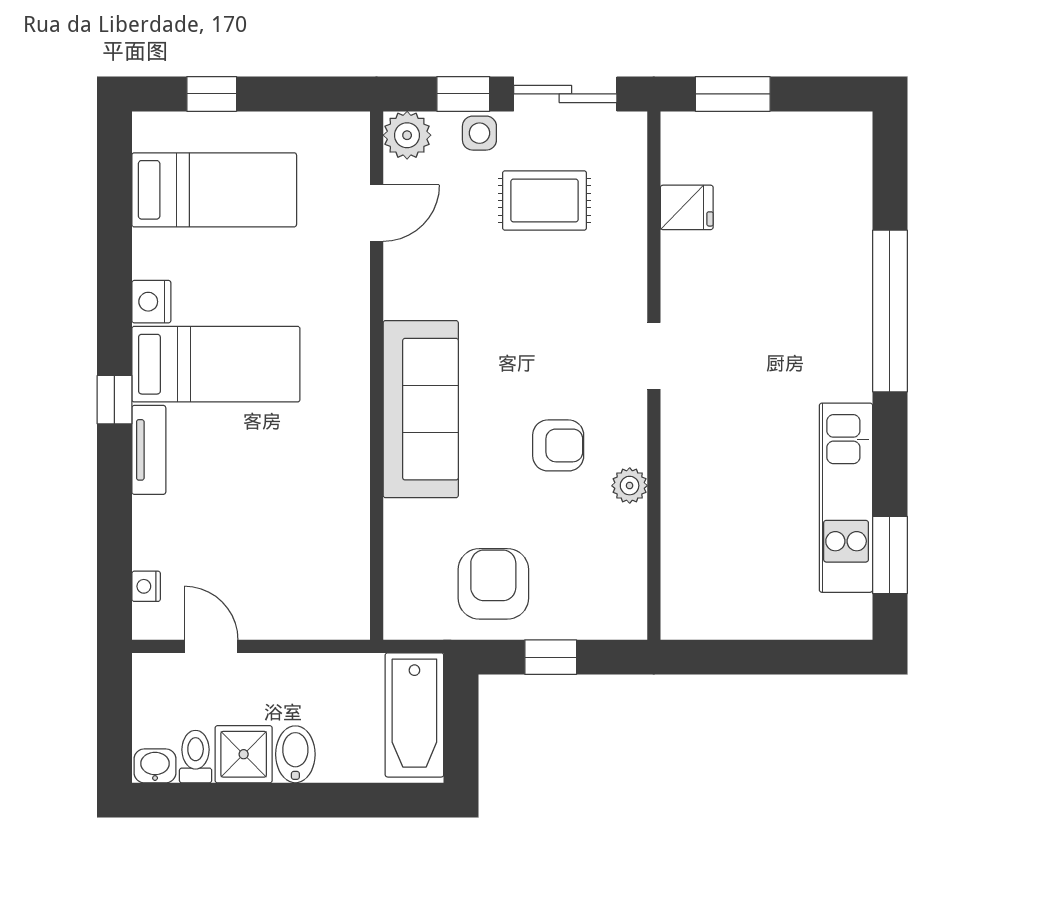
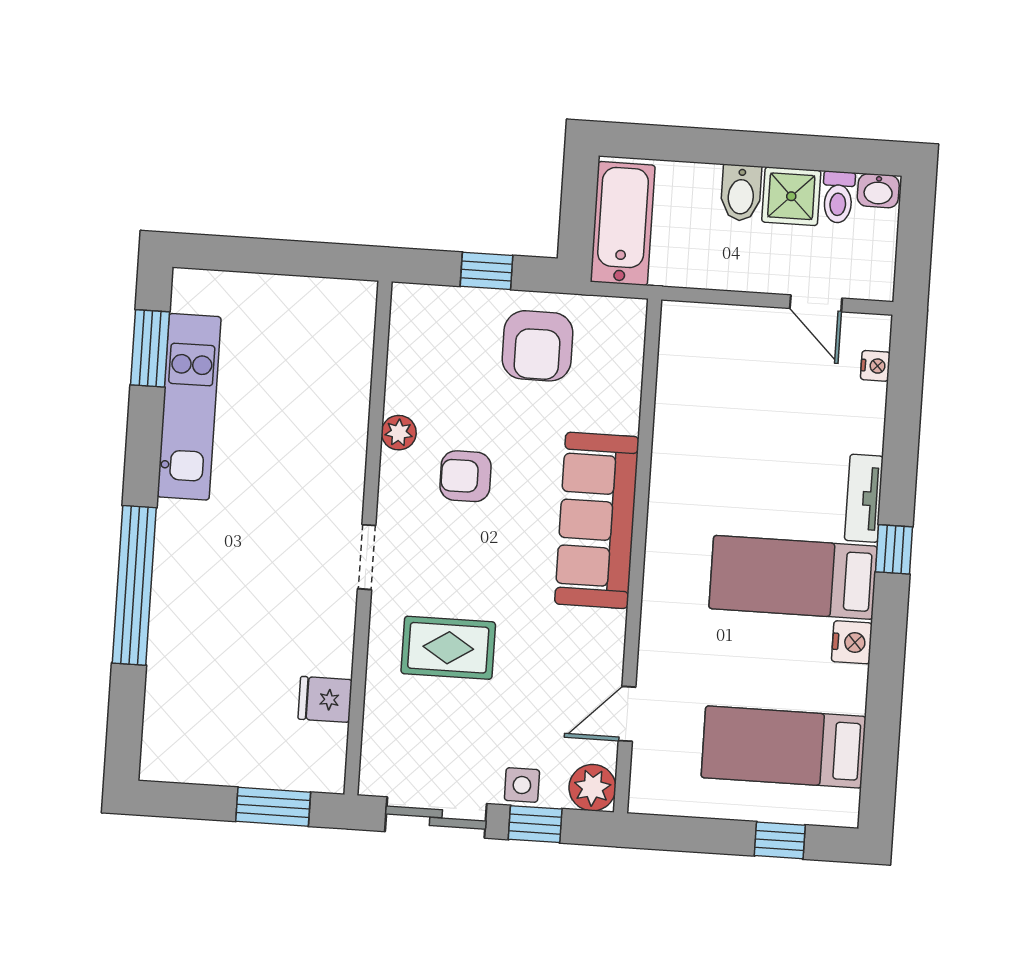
rug: (545, 200) -> (448, 648), moved

